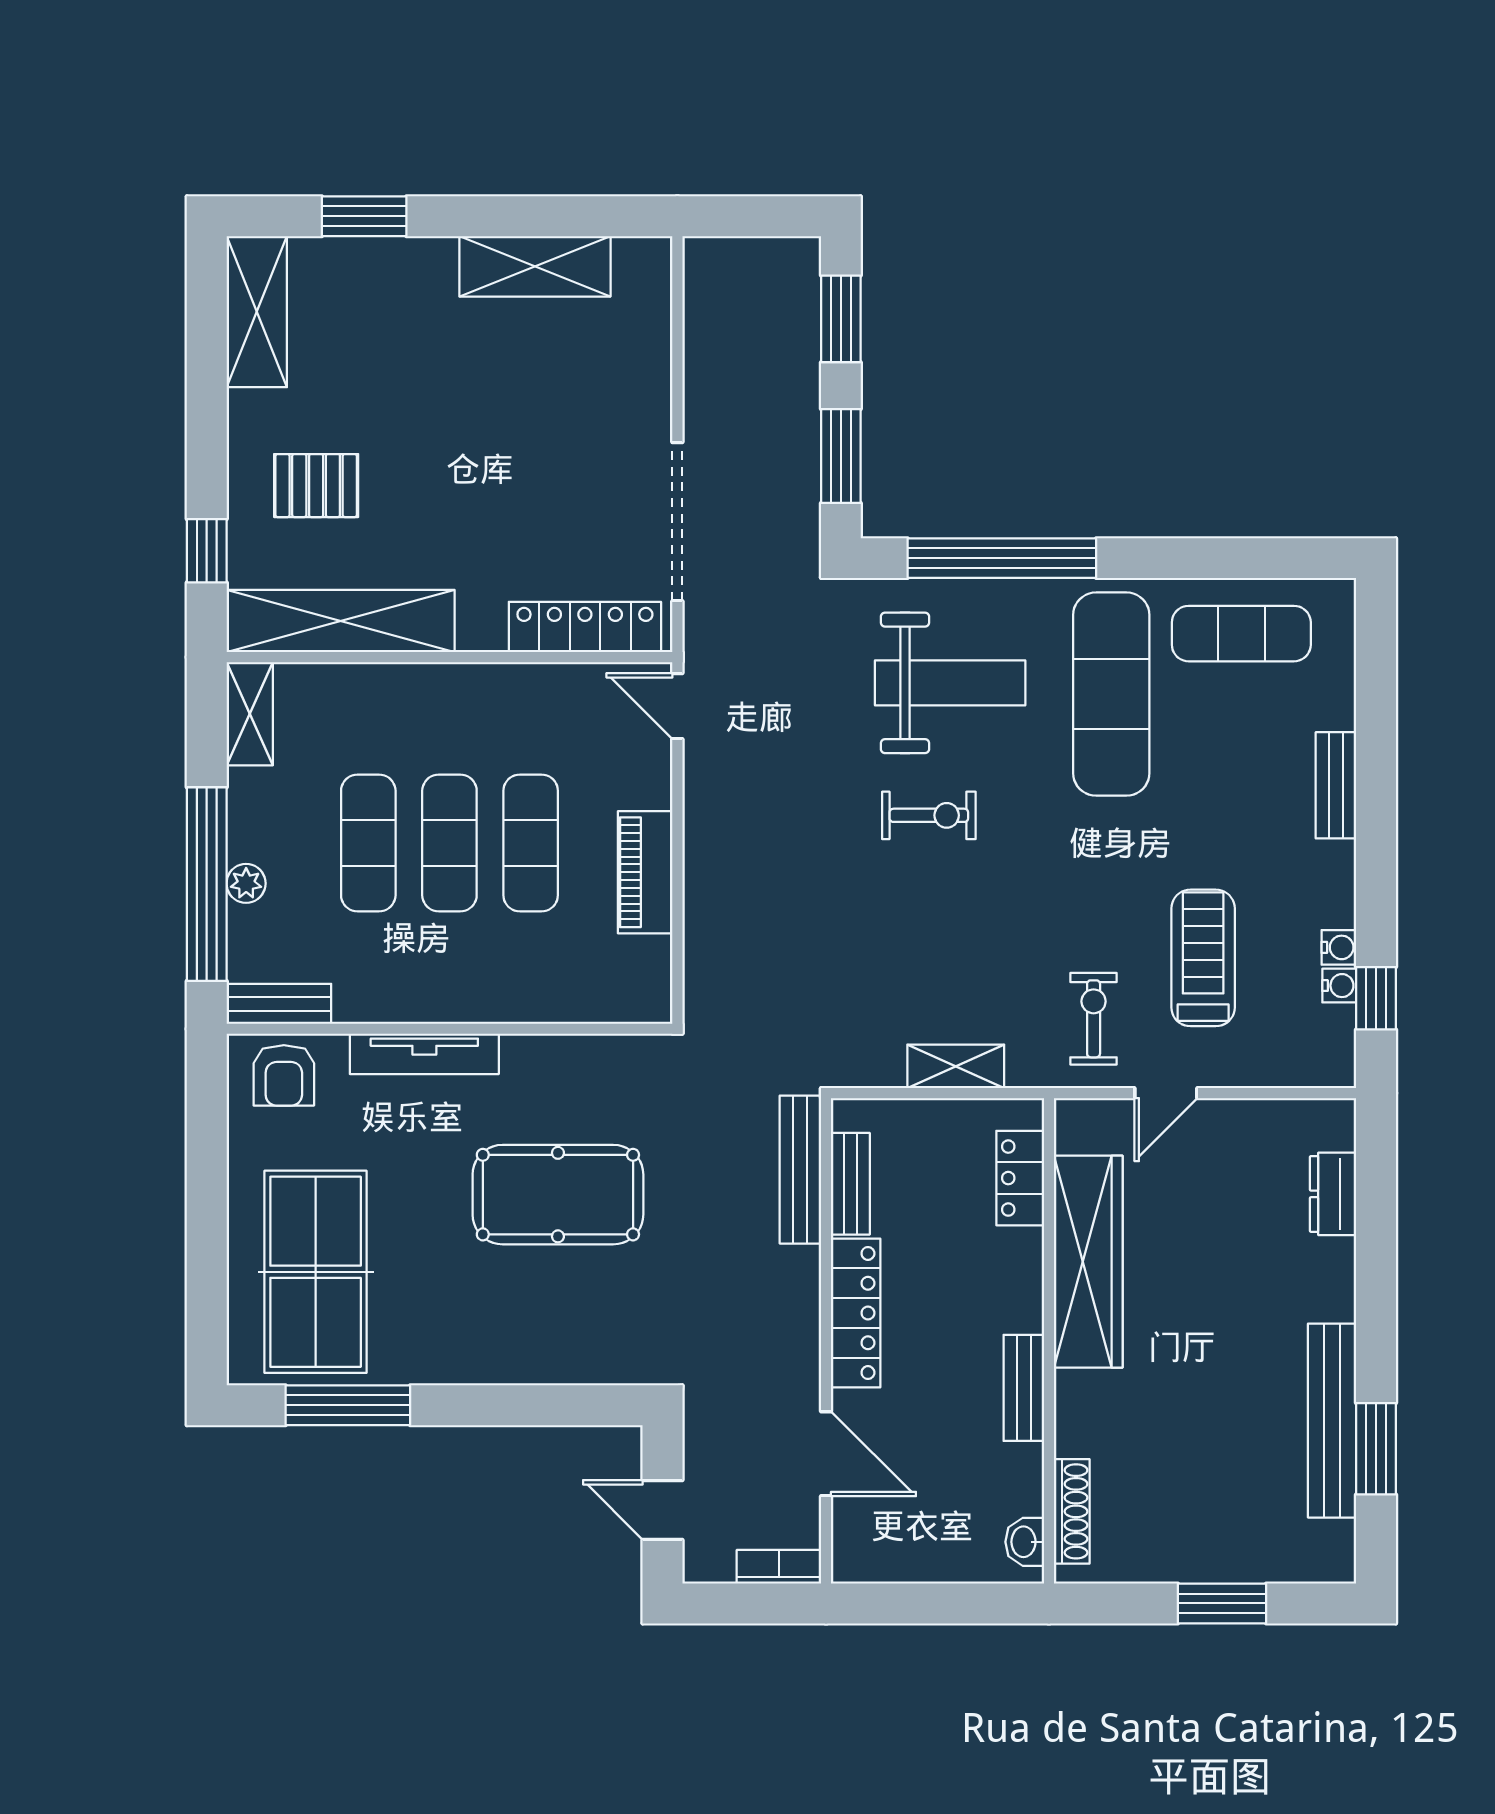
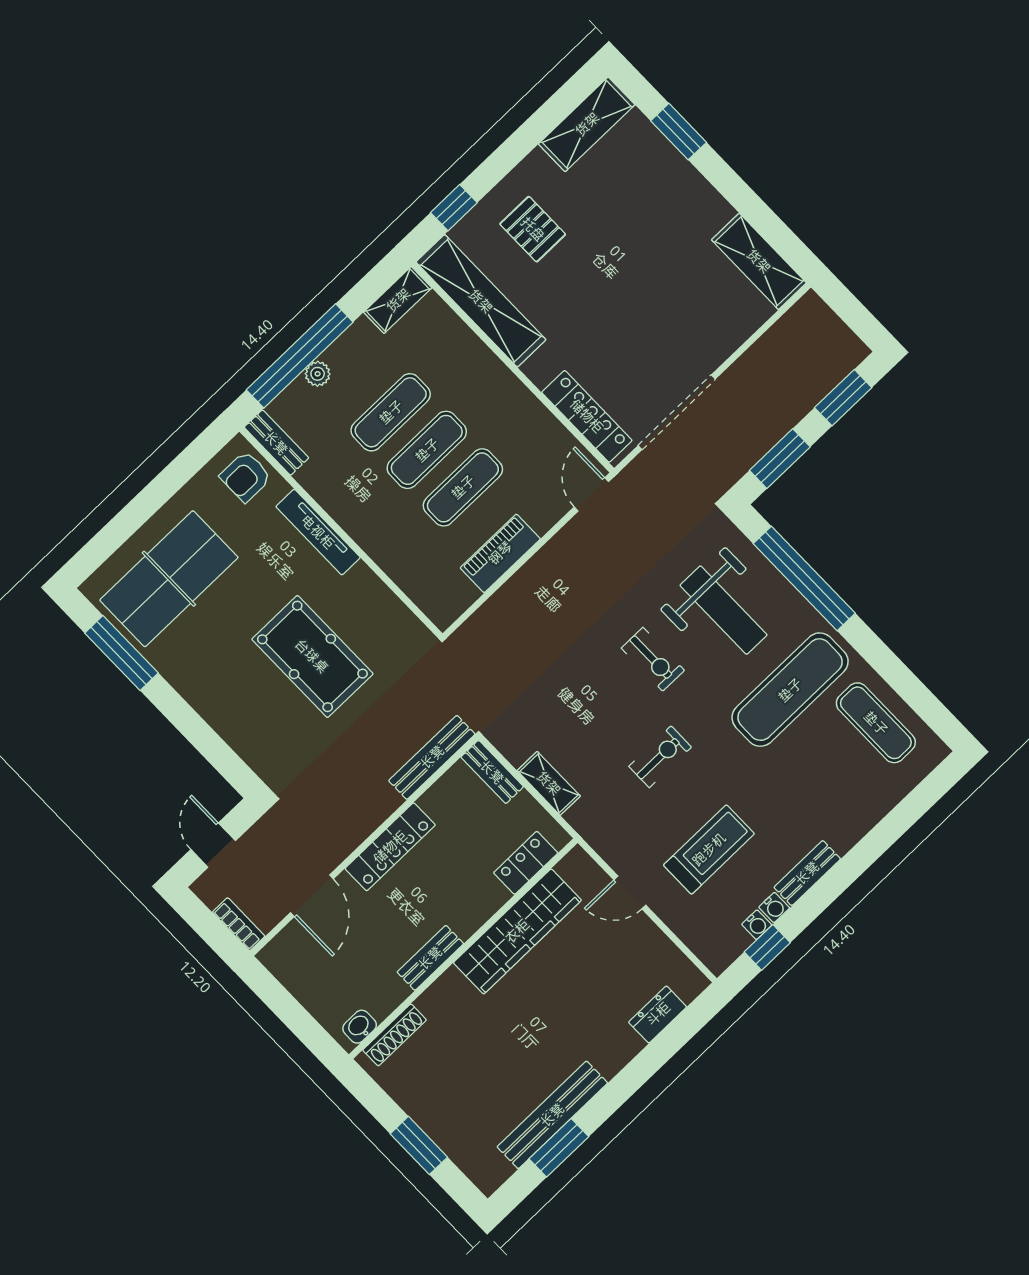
shelving: (535, 266) -> (759, 261), moved
bench: (1336, 785) -> (807, 873), moved
exercise bike: (1094, 1019) -> (660, 757), moved
bench: (850, 1184) -> (492, 772), moved, turned 90

